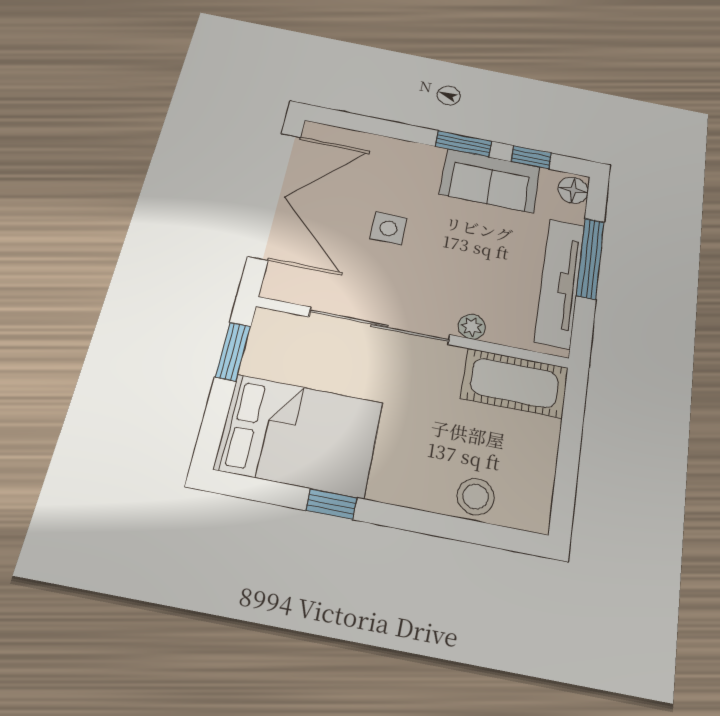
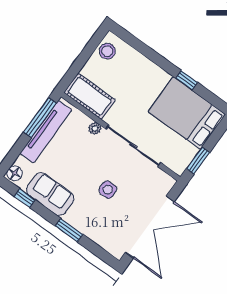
window: (463, 144) -> (69, 230), moved
double door: (275, 195) -> (150, 227), swing flipped
window: (590, 258) -> (40, 118), moved
stool: (476, 497) -> (107, 51), moved

